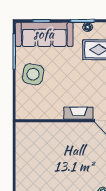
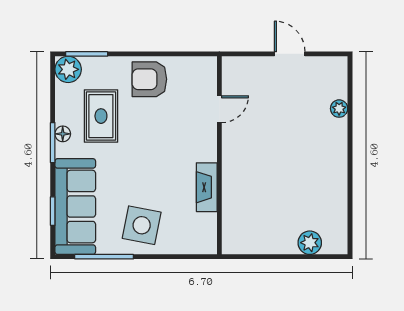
fireplace: (78, 113) -> (207, 187), moved
plant: (23, 175) -> (310, 243), added

